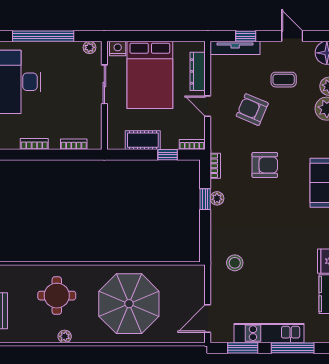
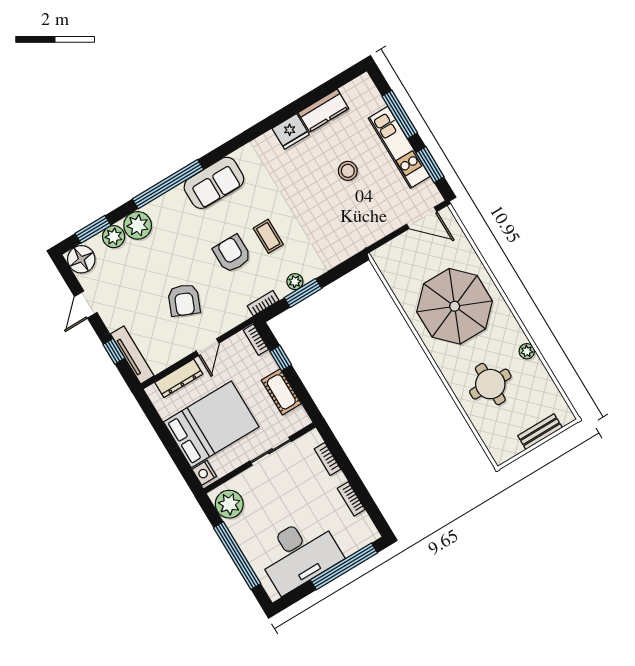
plant: (89, 47) -> (229, 504), width x1.88, depth x1.88
coffee table: (284, 80) -> (268, 236), moved
sliding door: (104, 84) -> (270, 451), moved
window: (205, 199) -> (303, 293), width x1.50
stool: (235, 263) -> (348, 171), moved

